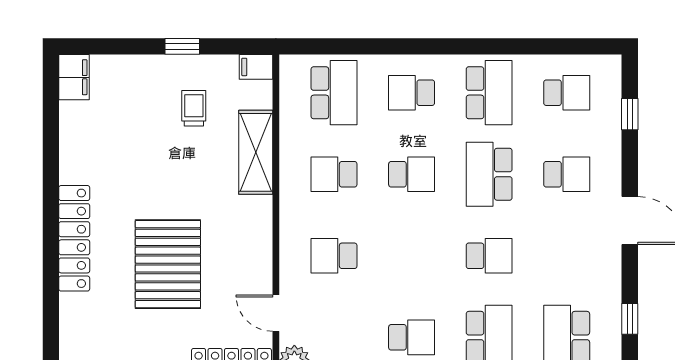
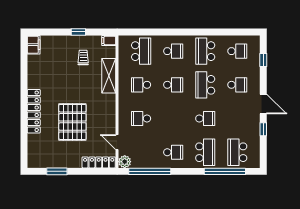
school desk: (412, 93) -> (173, 51), turned 180
school desk: (489, 93) -> (205, 51), turned 180
window: (630, 319) -> (263, 129), moved

